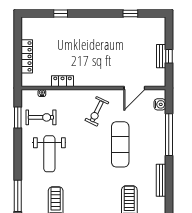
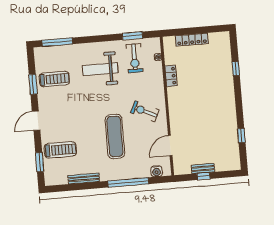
door: (134, 88) -> (170, 146), hinge flipped
exercise mat: (120, 144) -> (115, 136), turned 90

